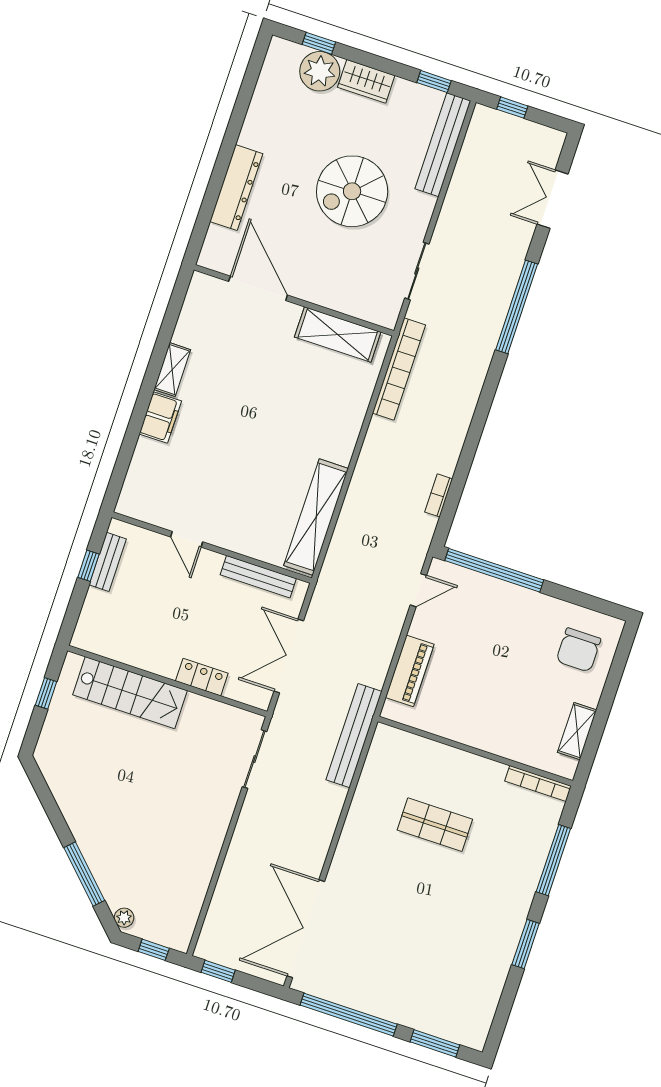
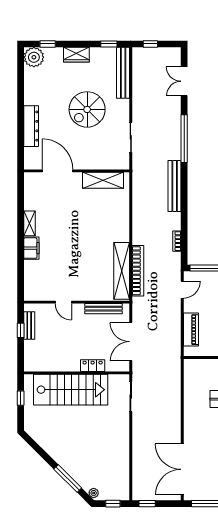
plant: (320, 71) -> (34, 57), moved
bookcase: (399, 369) -> (138, 271), moved
stairs: (130, 693) -> (71, 390), width x1.36, depth x1.51
bench: (354, 736) -> (175, 186), moved

